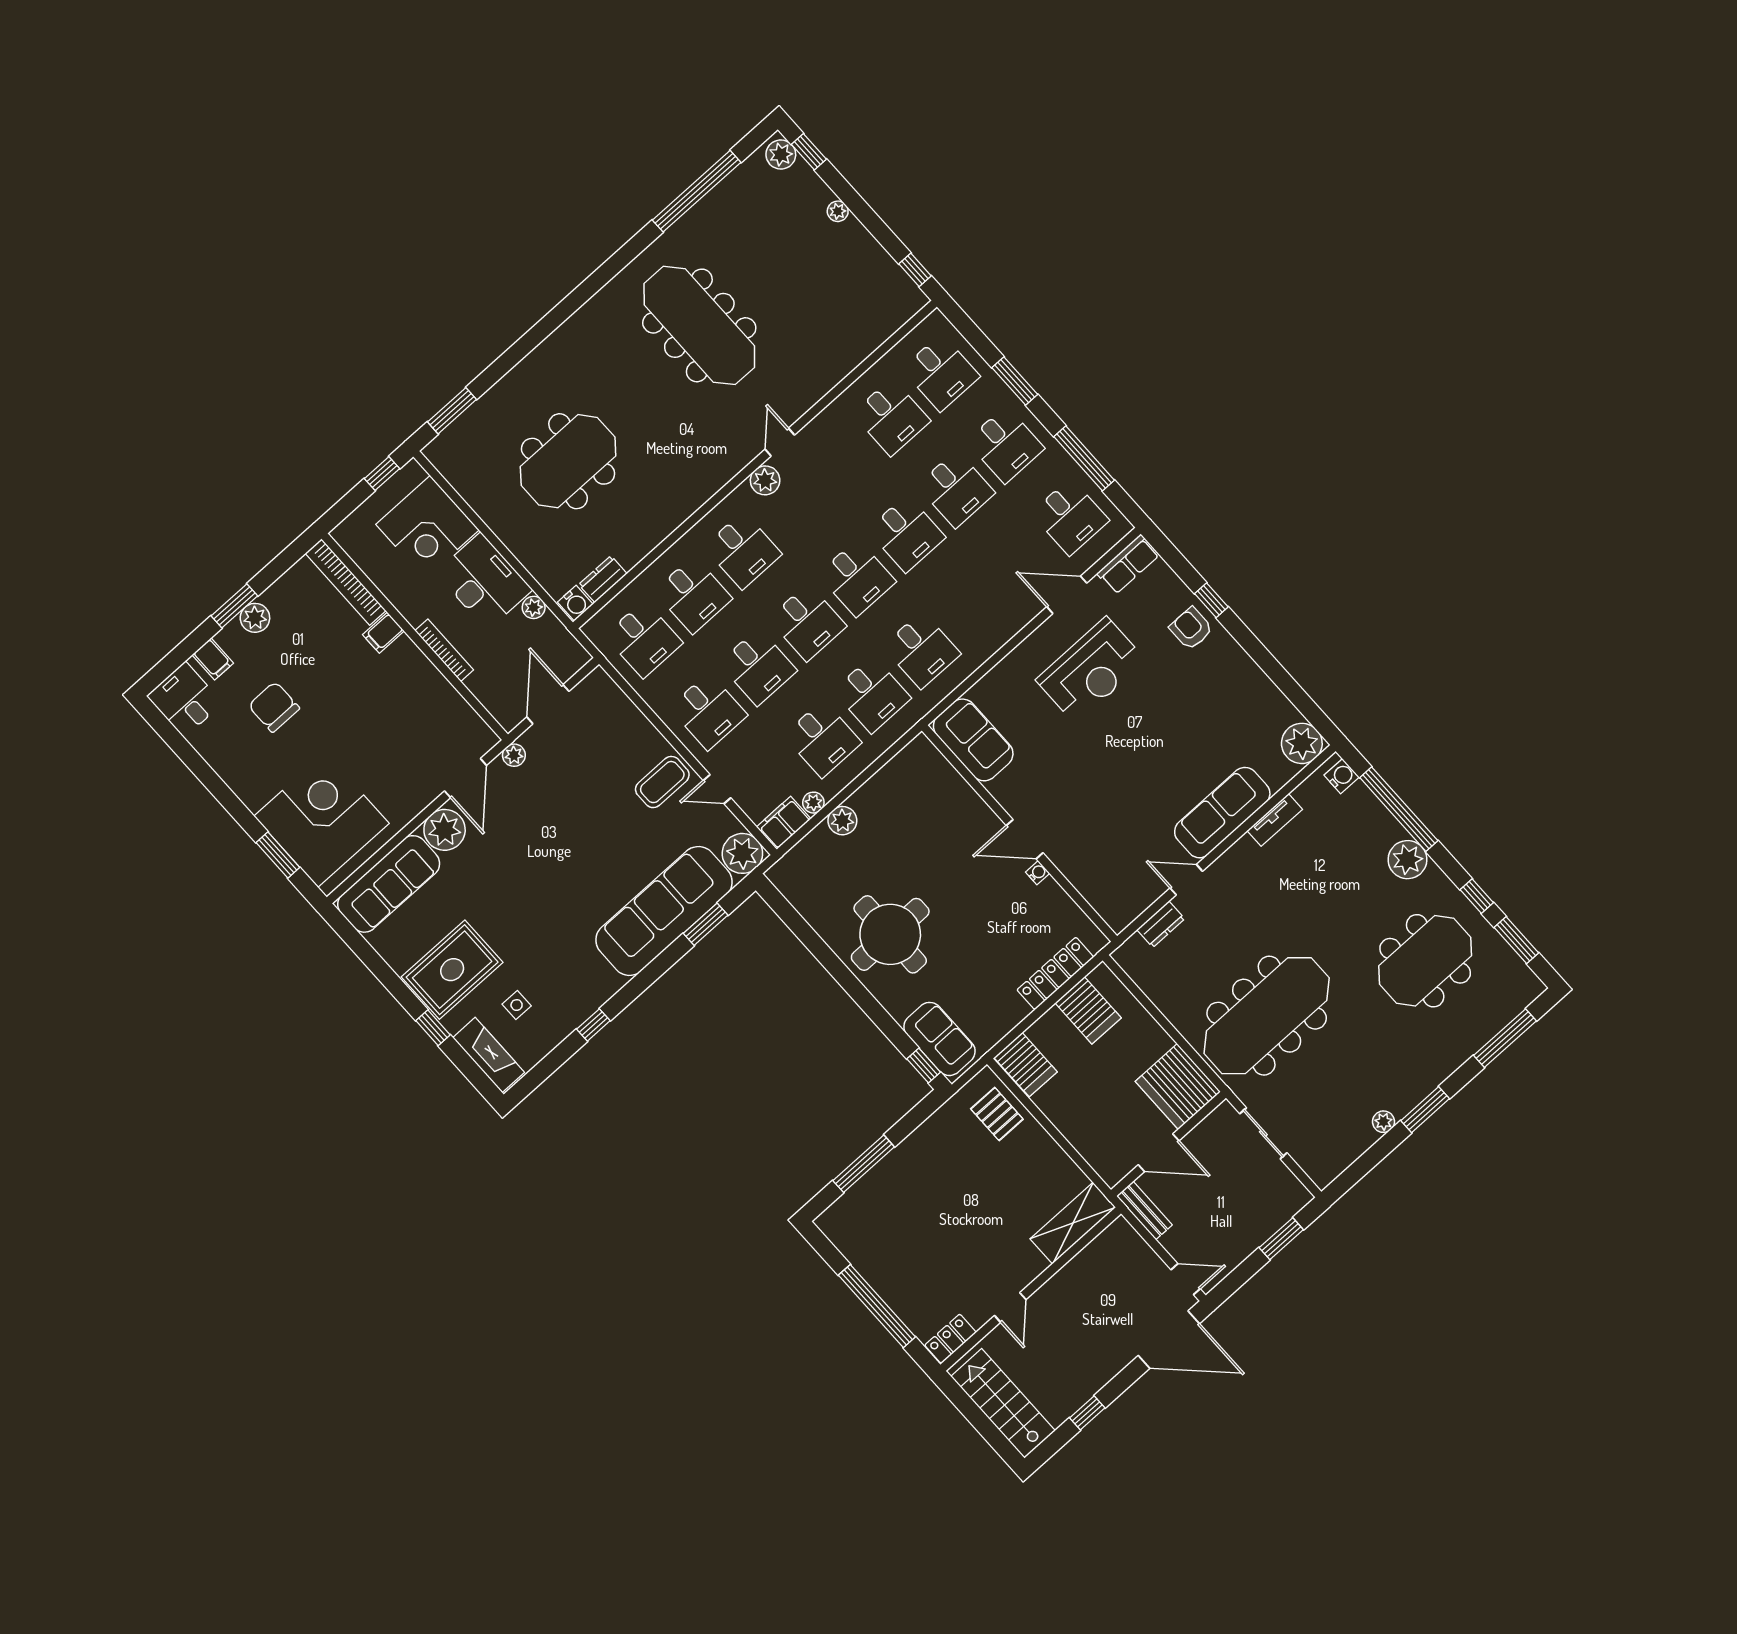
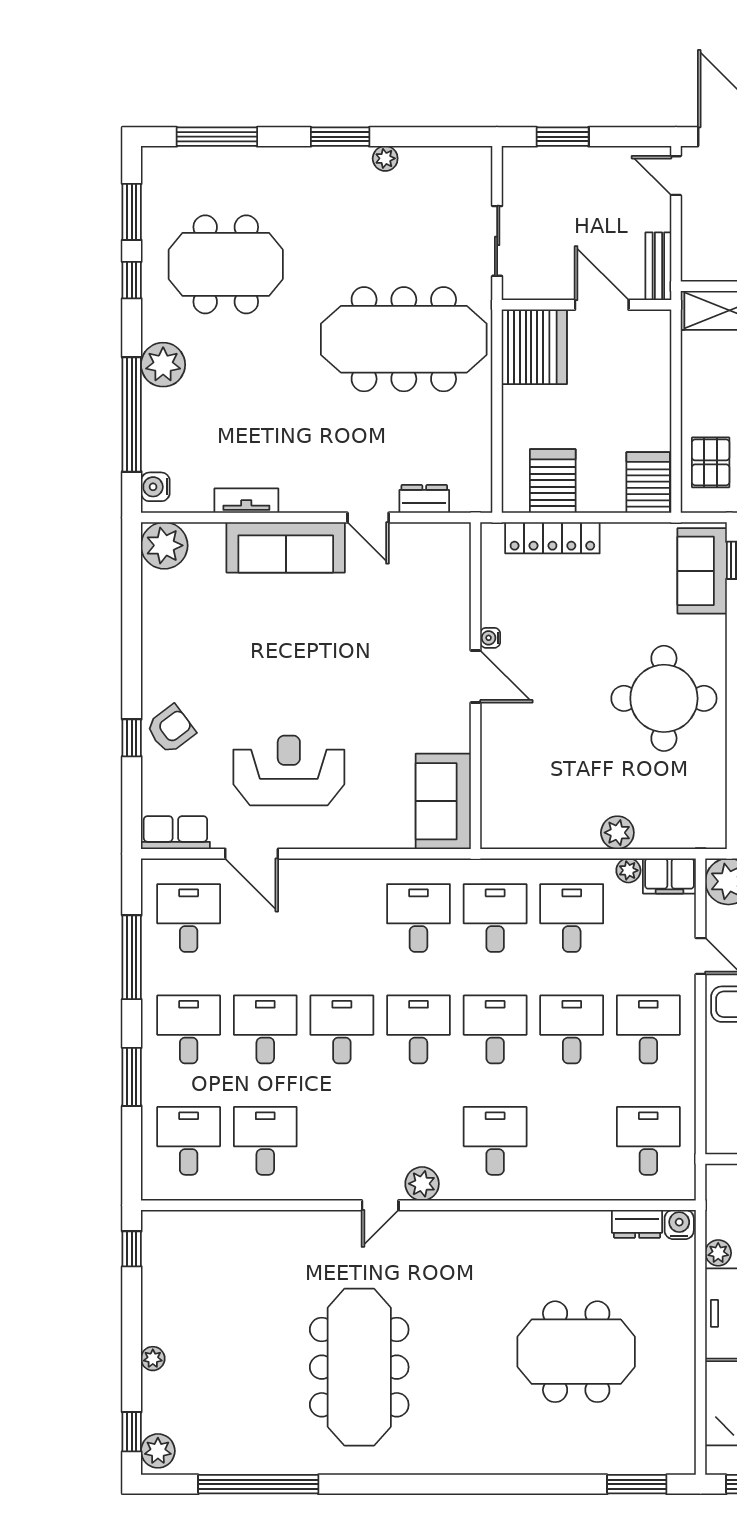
desk: (693, 595) -> (572, 1141), removed
armchair: (1191, 628) -> (171, 729), turned -127

